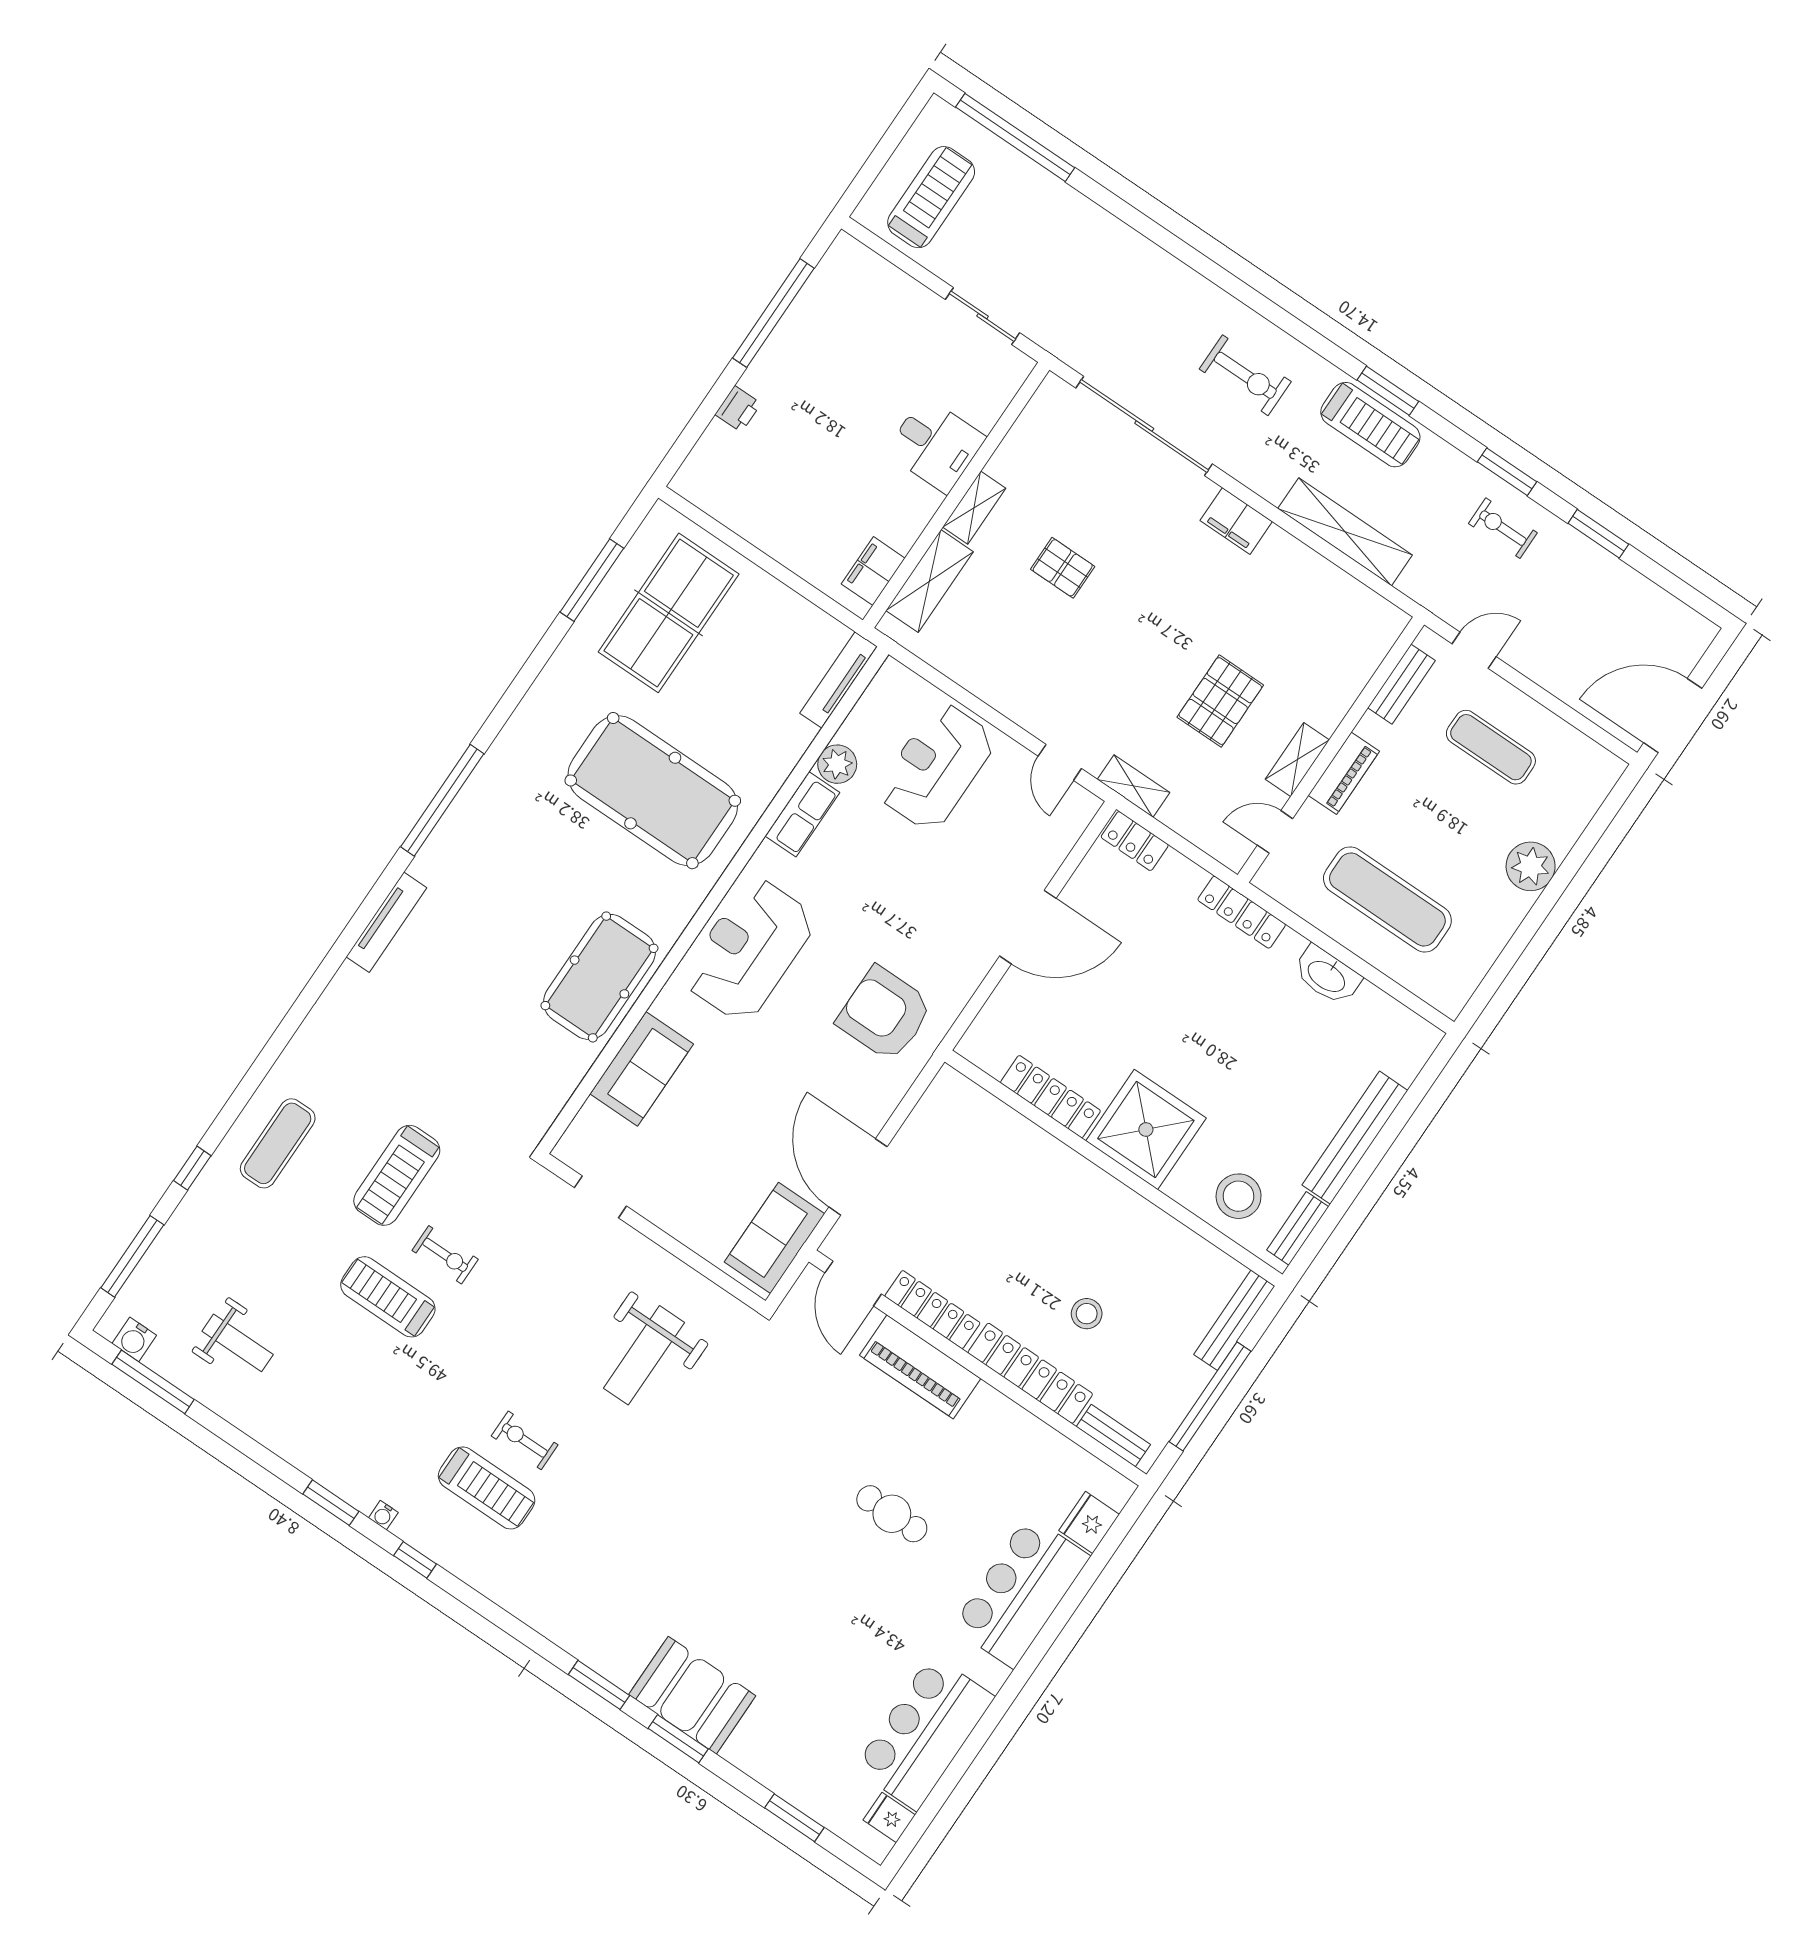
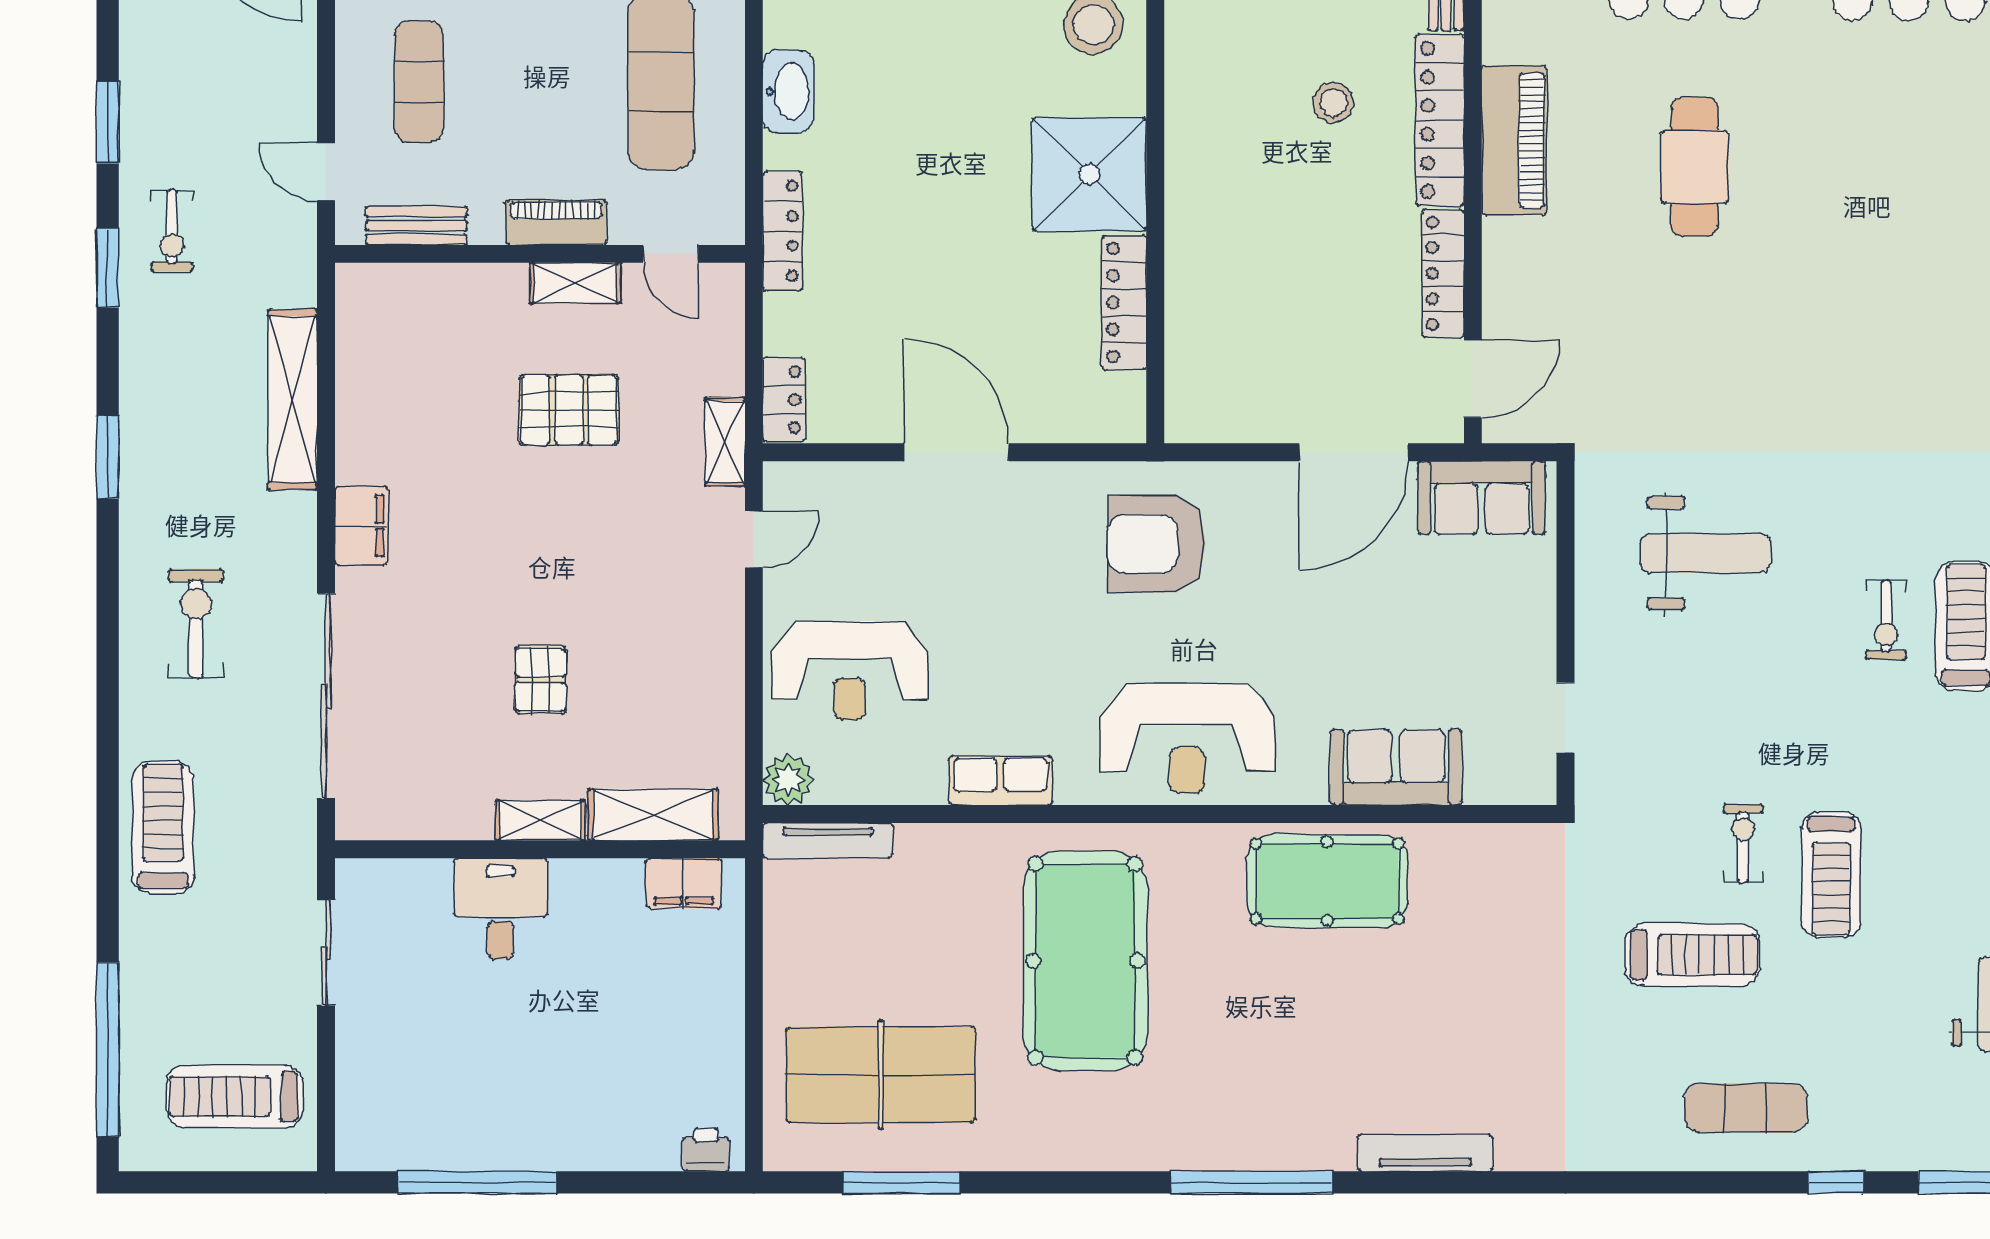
printer: (738, 409) -> (706, 1150), moved
treadmill: (1370, 425) -> (163, 827), moved
plant: (837, 764) -> (788, 780), moved
armchair: (885, 1014) -> (1157, 544), turned 90
piano: (920, 1367) -> (1514, 140), moved
cafe table: (892, 1514) -> (1695, 167), width x1.37, depth x1.35

